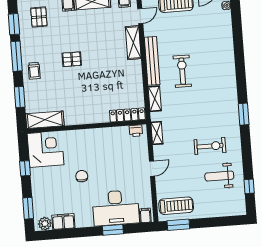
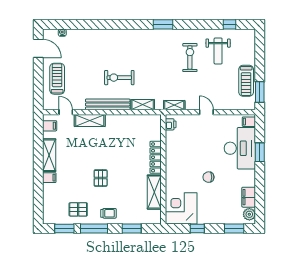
pallet: (39, 17) -> (78, 209), moved
locker: (127, 115) -> (156, 157), moved
shelving: (45, 120) -> (154, 192), moved
treadmill: (176, 206) -> (246, 81), moved, turned 180

